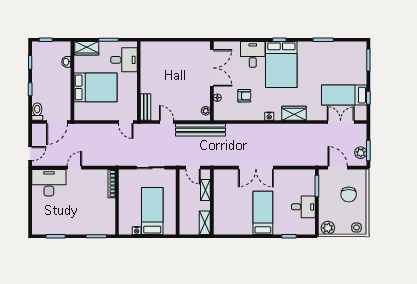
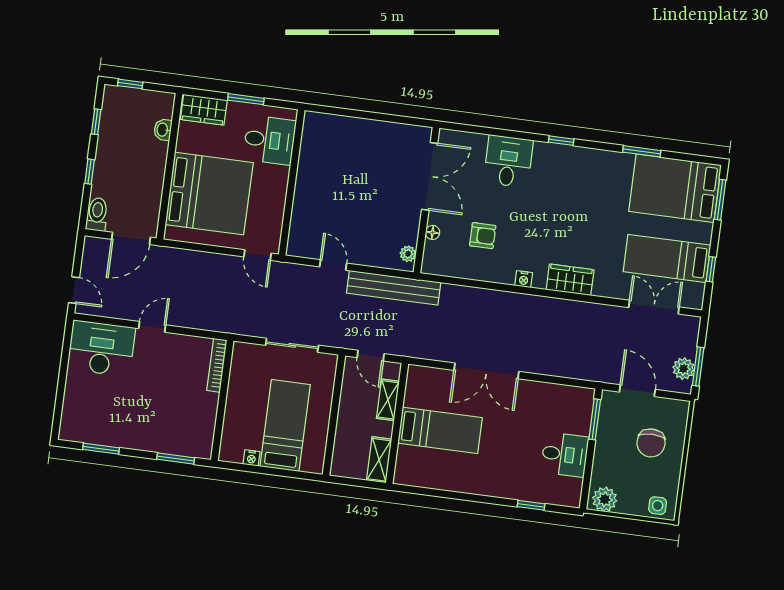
bed: (281, 65) -> (675, 188), moved, turned 90
bed: (96, 87) -> (209, 194), width x1.36
bench: (145, 107) -> (298, 232), removed
door: (30, 154) -> (74, 290), hinge flipped
bed: (263, 213) -> (440, 430), moved, turned 90

